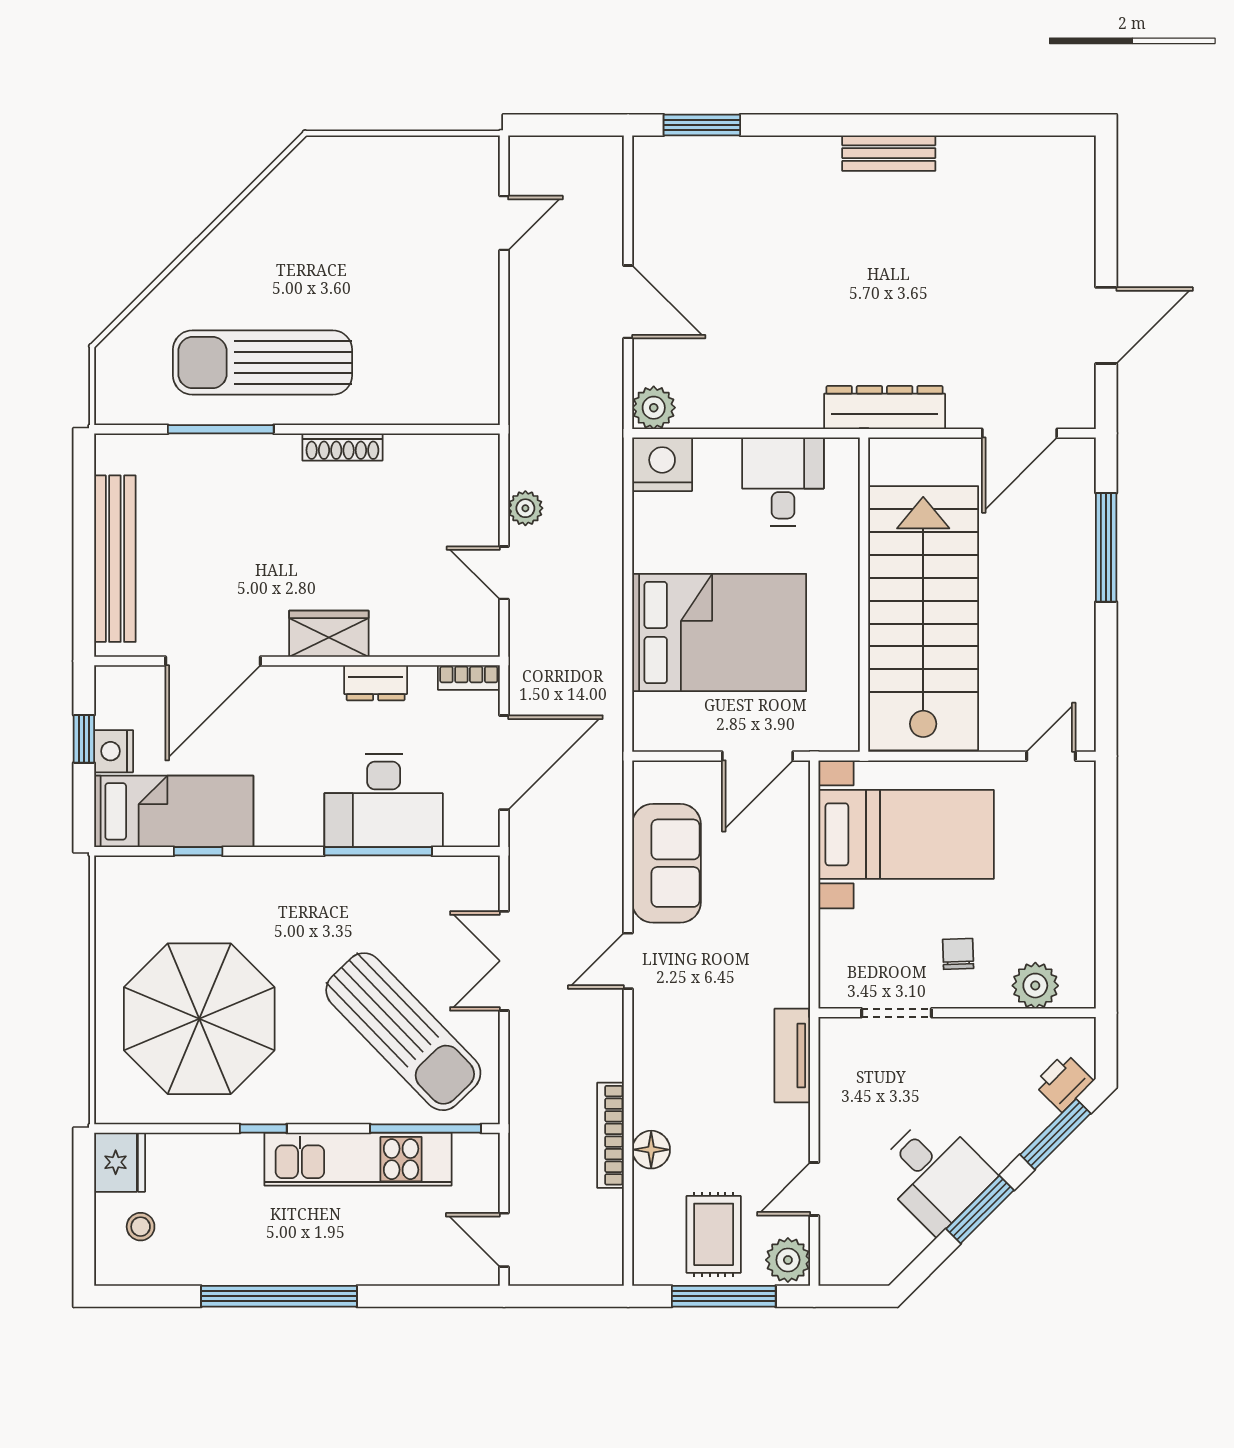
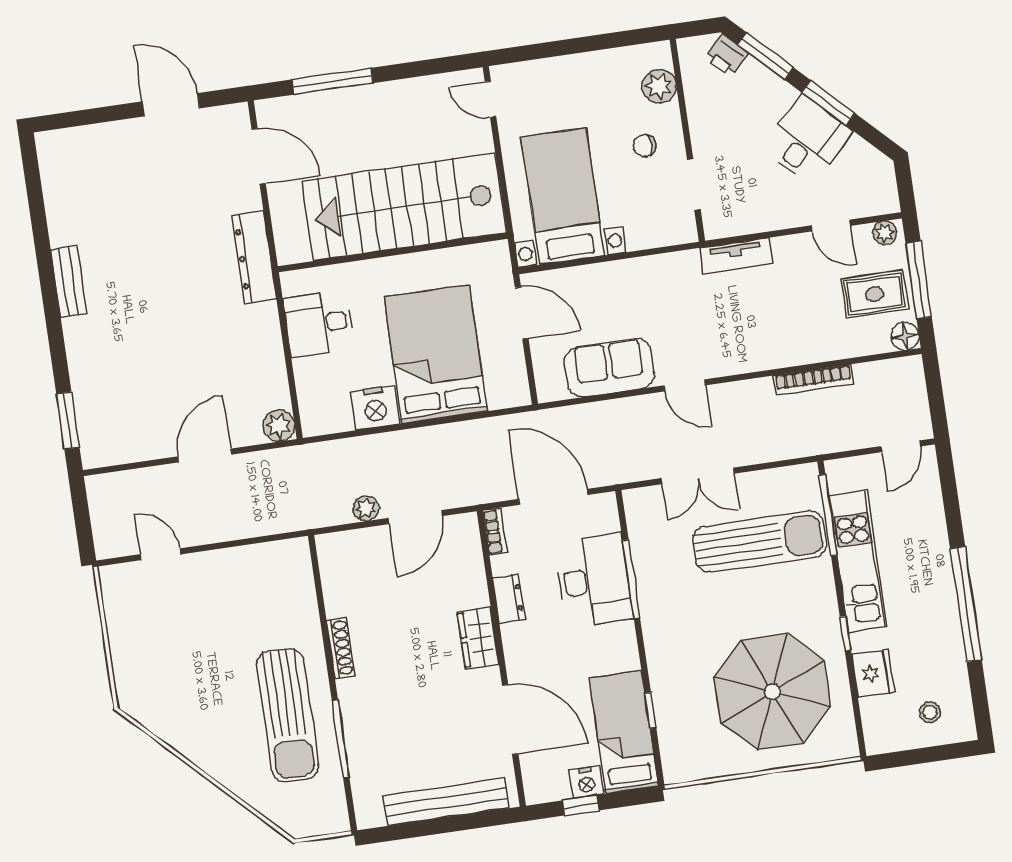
nightstand: (662, 464) -> (375, 408), moved, turned -90
door: (504, 573) -> (415, 517), width x1.38
sun lounger: (403, 1032) -> (760, 542), turned 44
floor lamp: (651, 1150) -> (905, 336), moved
fridge: (120, 1162) -> (873, 673), moved, turned 90
plant: (788, 1260) -> (885, 233), width x0.73, depth x0.73

